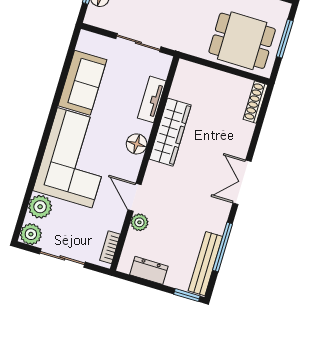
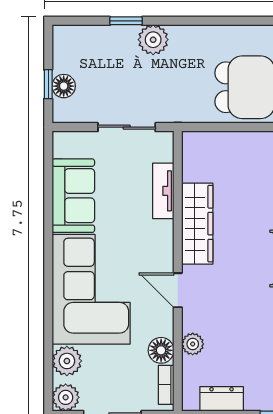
floor lamp: (137, 144) -> (161, 350), moved
door: (135, 197) -> (178, 290), moved

